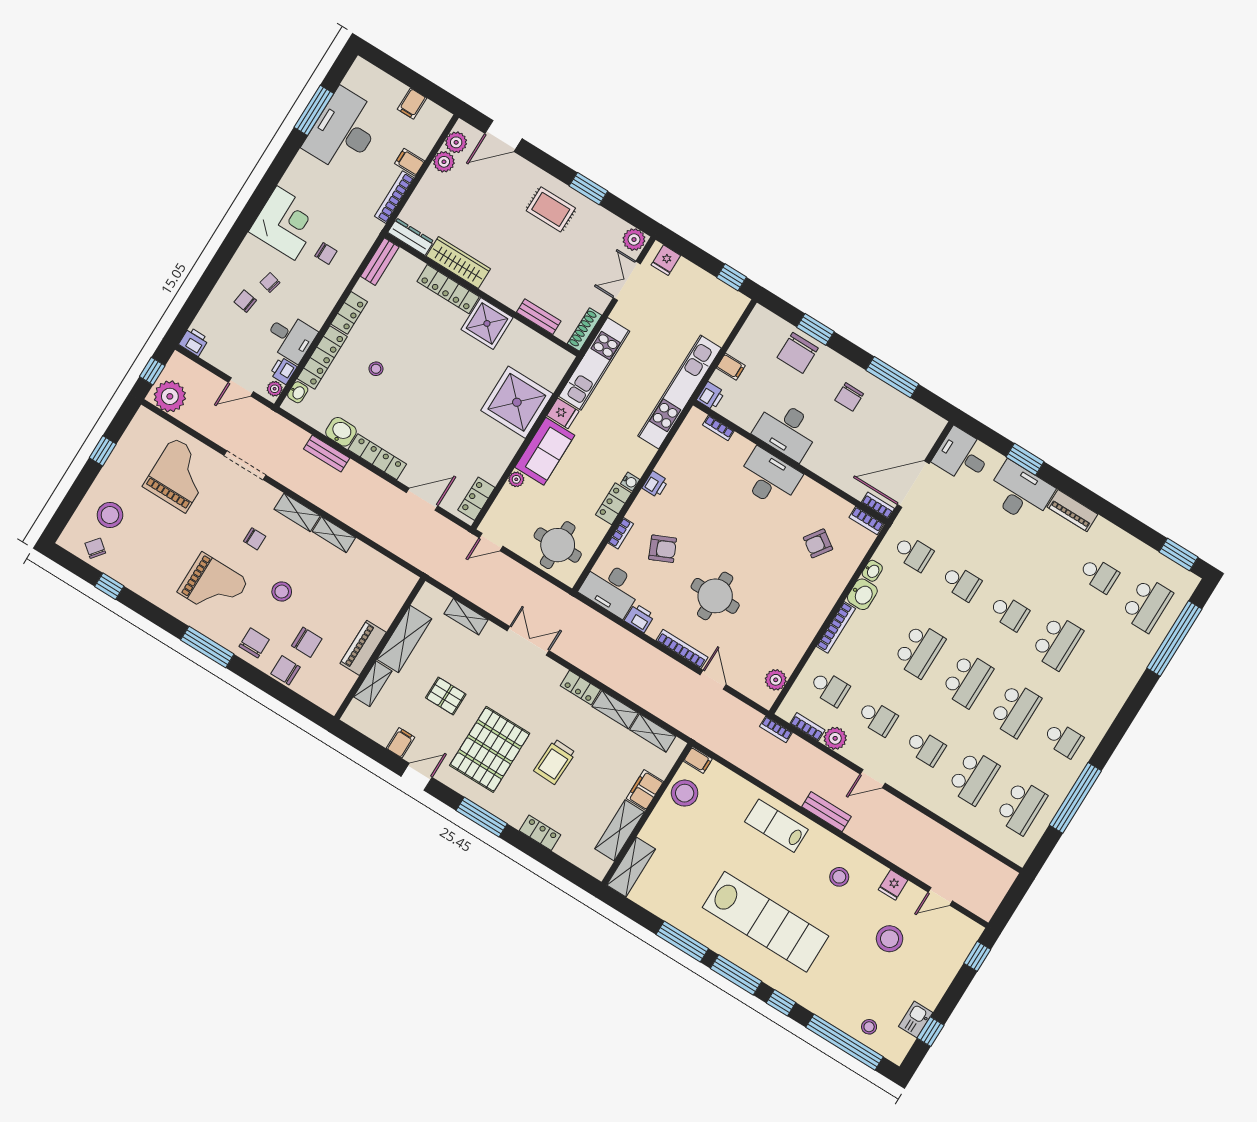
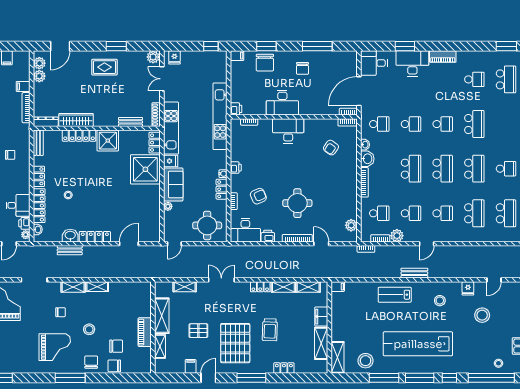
filing cabinet: (731, 367) -> (237, 56), moved
locker: (476, 499) -> (155, 143), moved
stool: (685, 793) -> (366, 361), moved
lab bench: (765, 922) -> (418, 344), turned 180

